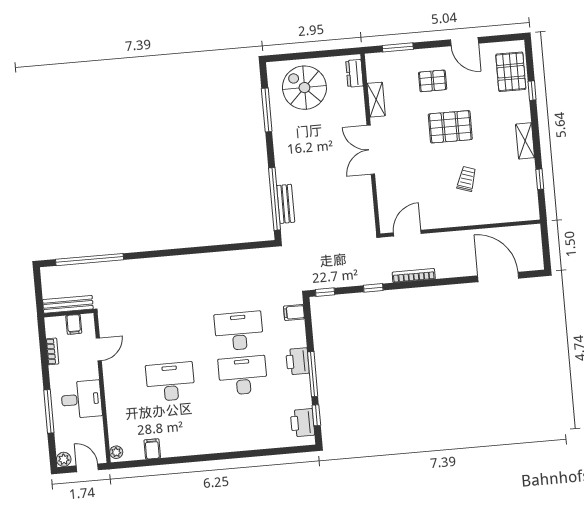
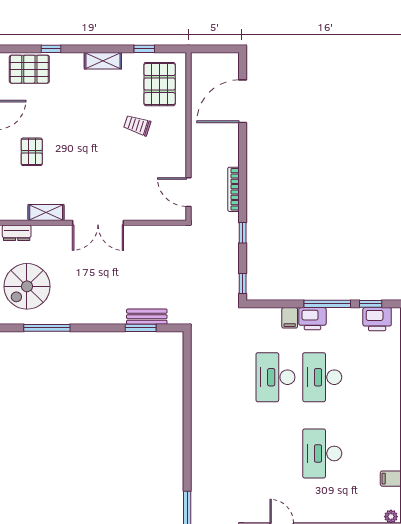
pallet: (450, 127) -> (160, 84), moved
window: (274, 199) -> (141, 328), width x0.47
filing cabinet: (294, 312) -> (290, 318), moved

